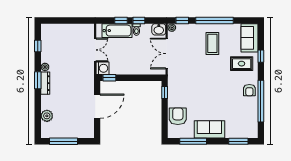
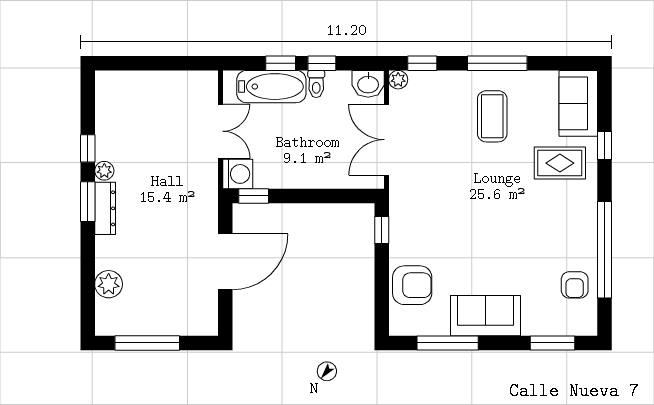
window: (215, 20) -> (497, 63), width x0.68
window: (38, 46) -> (88, 148), moved
armchair: (249, 90) -> (575, 285), moved
armchair: (178, 116) -> (412, 285), turned 90

